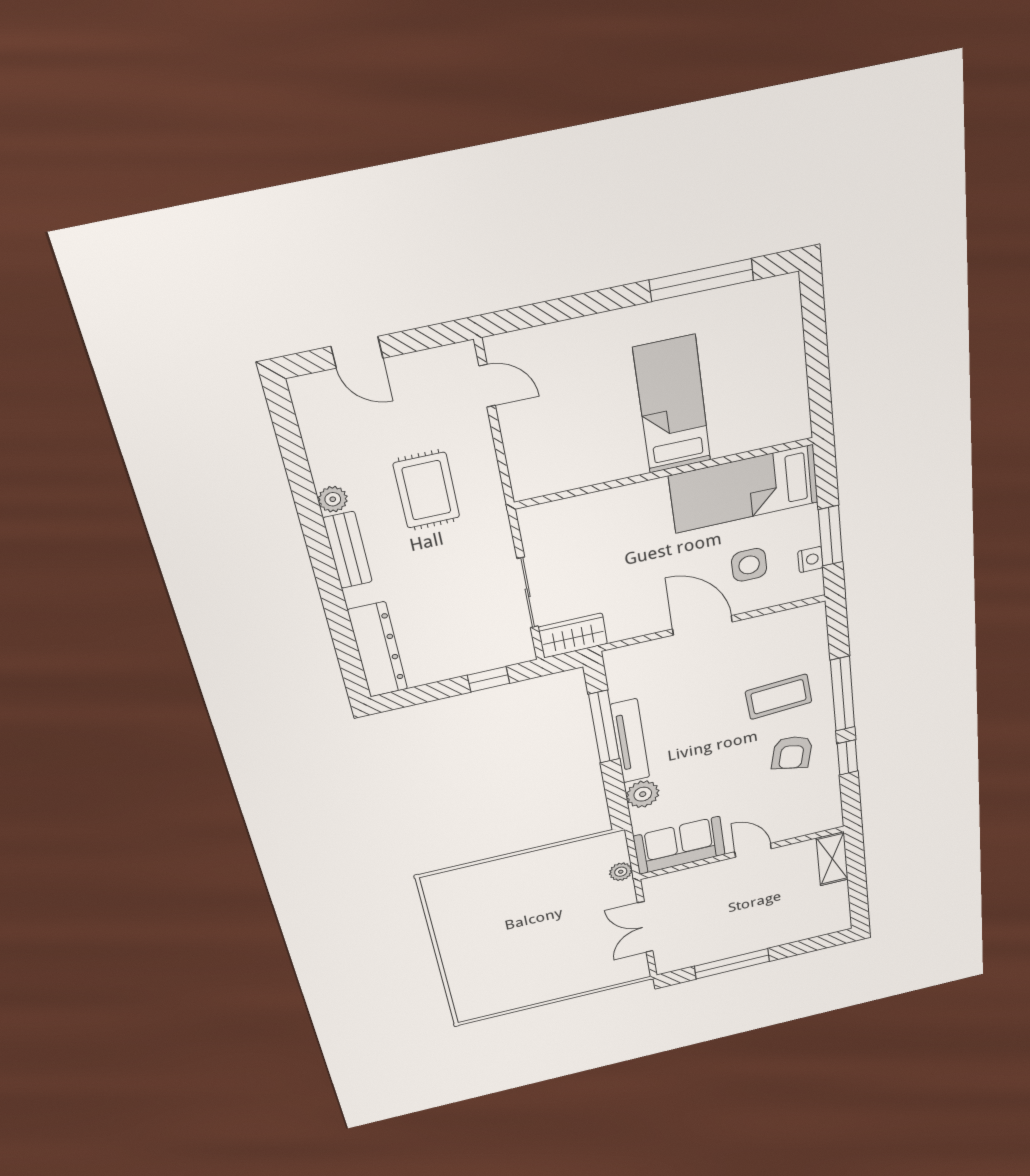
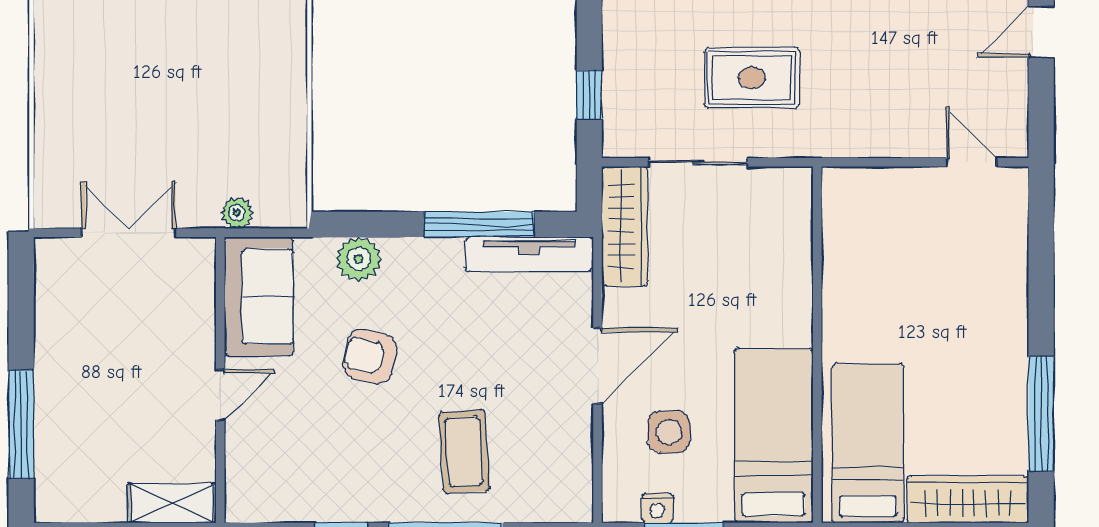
wardrobe: (783, 326) -> (968, 499), added
door: (487, 386) -> (971, 162), swing flipped
bed: (672, 405) -> (868, 443), moved, turned -90
rug: (427, 490) -> (752, 78), moved
wardrobe: (573, 635) -> (625, 226), width x1.50
tv unit: (630, 741) -> (529, 254), moved
armchair: (792, 753) -> (370, 357), moved
window: (732, 964) -> (21, 424), moved

